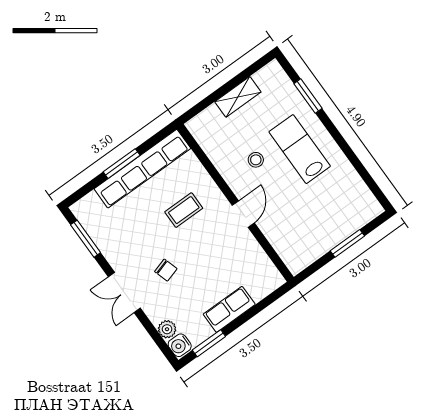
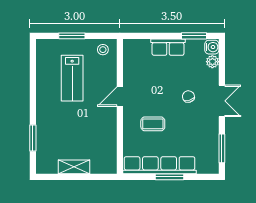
lab bench: (300, 149) -> (72, 78), moved
stool: (256, 160) -> (103, 50), moved

